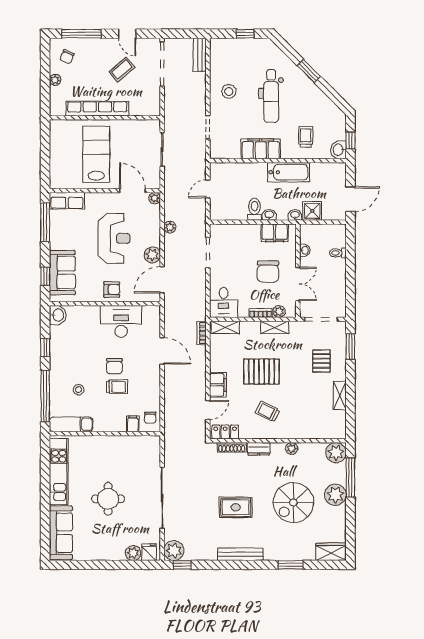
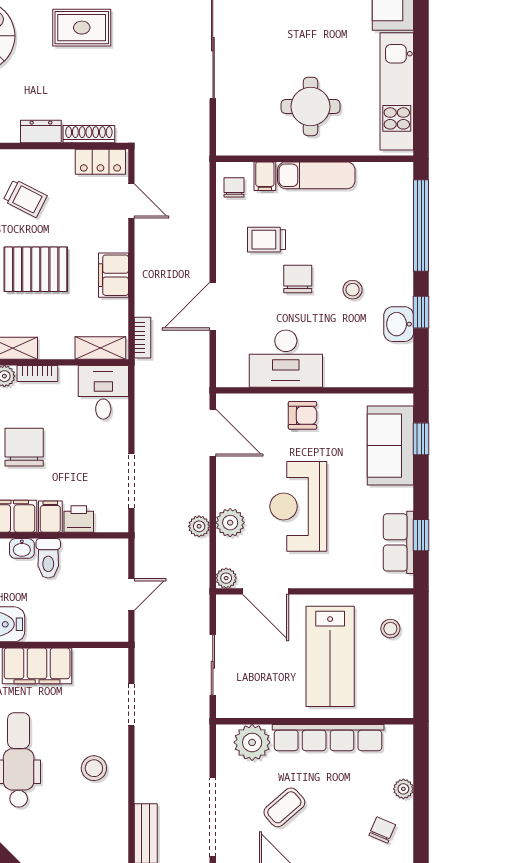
plant: (140, 106) -> (252, 742), added
stool: (62, 170) -> (390, 629), added
row of seats: (67, 201) -> (398, 542), moved, turned -90
window: (45, 222) -> (421, 535), width x0.46
printer: (237, 231) -> (79, 519), added
filing cabinet: (253, 233) -> (50, 517), added
plant: (152, 255) -> (230, 523), moved
door: (162, 280) -> (213, 433), hinge flipped
armchair: (112, 290) -> (302, 415), turned 180
washbasin: (58, 315) -> (399, 324), moved
door: (162, 351) -> (213, 306), hinge flipped
filing cabinet: (218, 385) -> (114, 275), moved
trolley: (117, 387) -> (267, 240), moved
stool: (79, 390) -> (353, 290), moved
door: (208, 410) -> (131, 201), swing flipped
exam couch: (71, 424) -> (316, 175), moved
round table: (108, 499) -> (310, 107), moved

